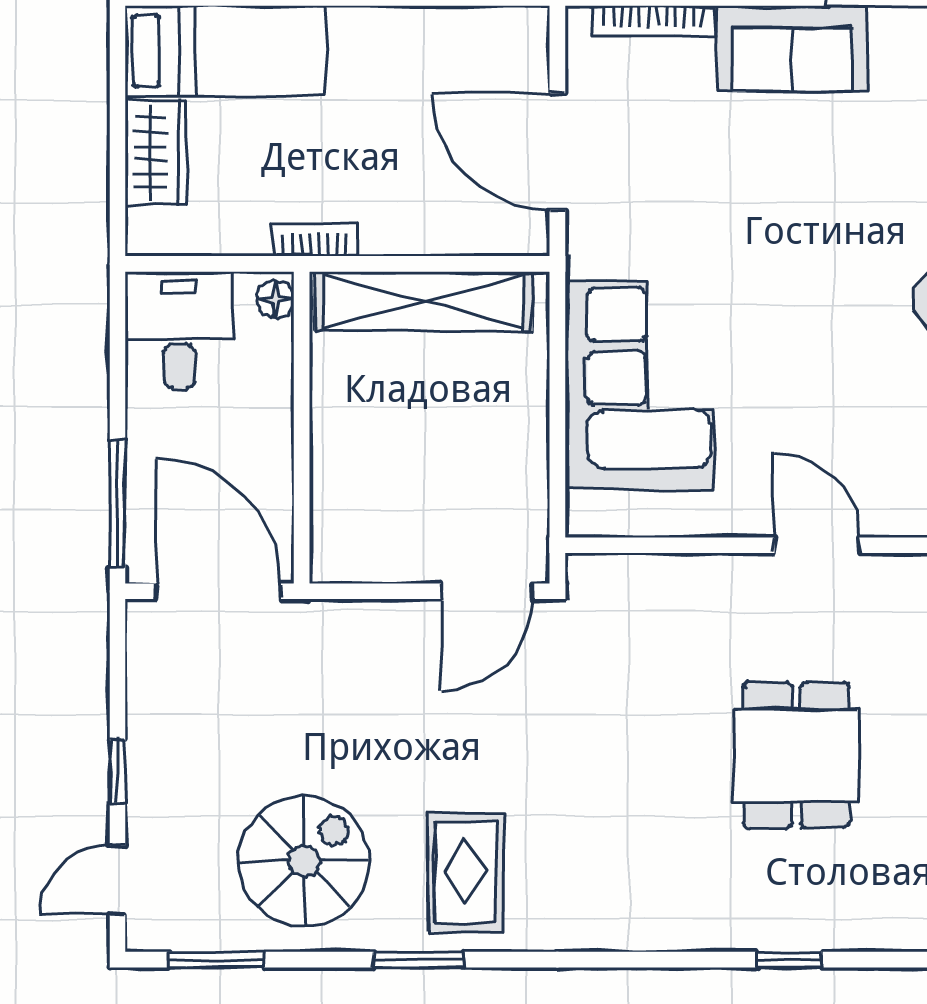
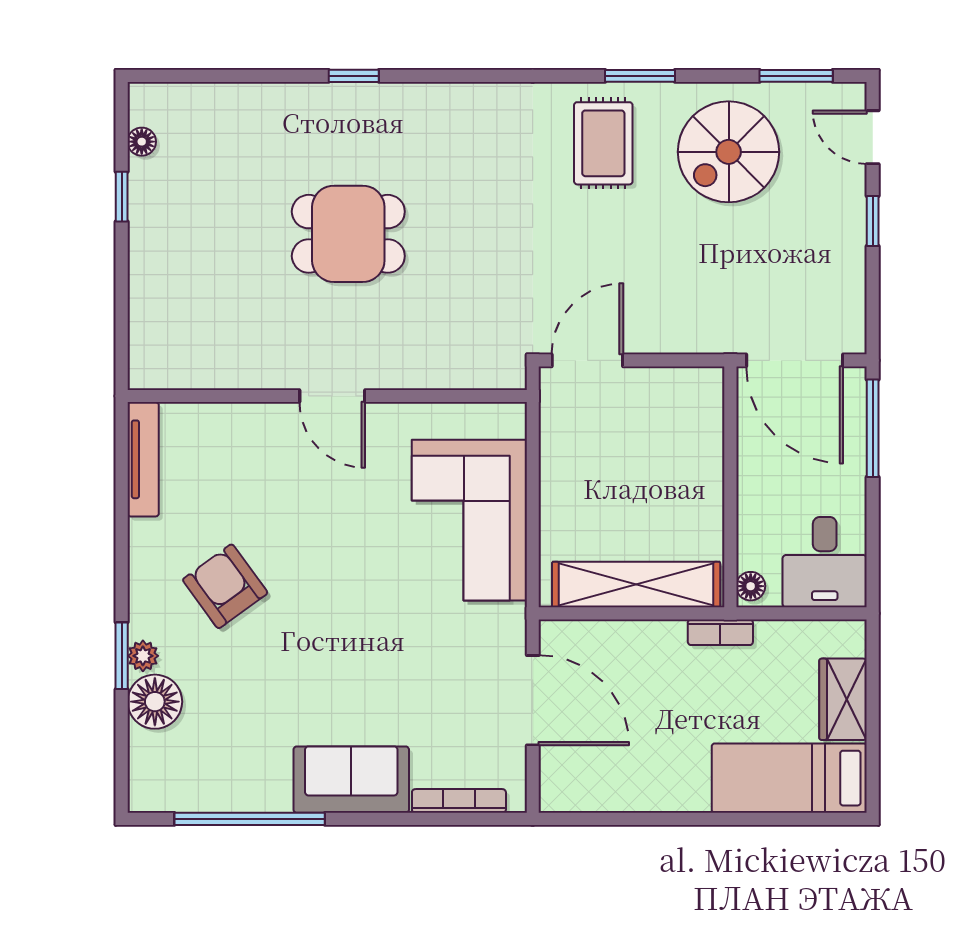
dining table: (796, 755) -> (348, 234), turned 90
door: (117, 880) -> (873, 137), swing flipped

